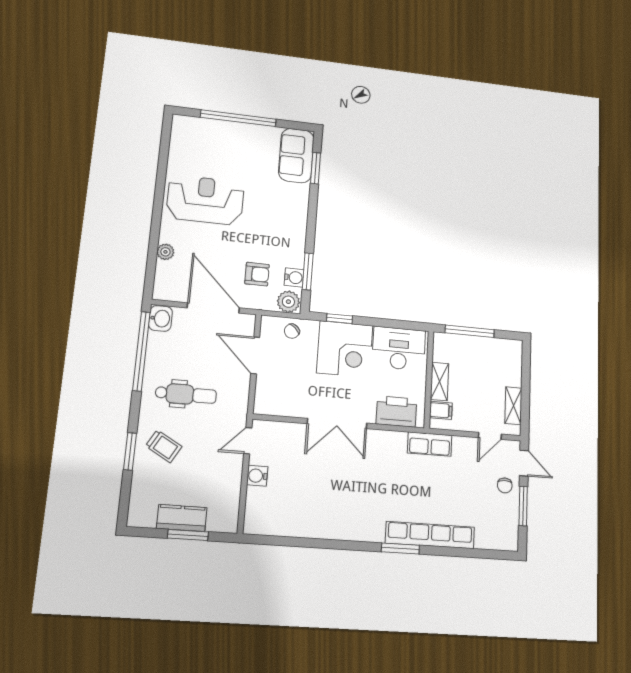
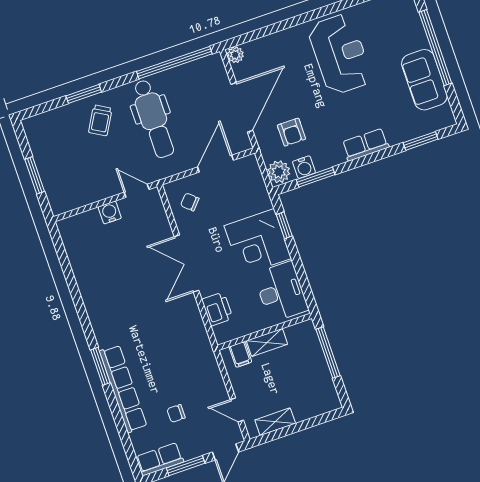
sofa: (296, 156) -> (424, 80), moved, turned -90
row of seats: (298, 216) -> (365, 145), added
plant: (165, 252) -> (235, 55), moved
washbasin: (160, 318) -> (211, 65), removed
chair: (292, 331) -> (190, 202), moved
dental chair: (186, 394) -> (153, 119), width x1.36, depth x1.38
printer: (396, 411) -> (217, 309), width x0.73, depth x0.84
row of seats: (430, 444) -> (160, 459), moved, turned 90
chair: (505, 485) -> (176, 413), moved
kitchen counter: (182, 518) -> (47, 164), removed

